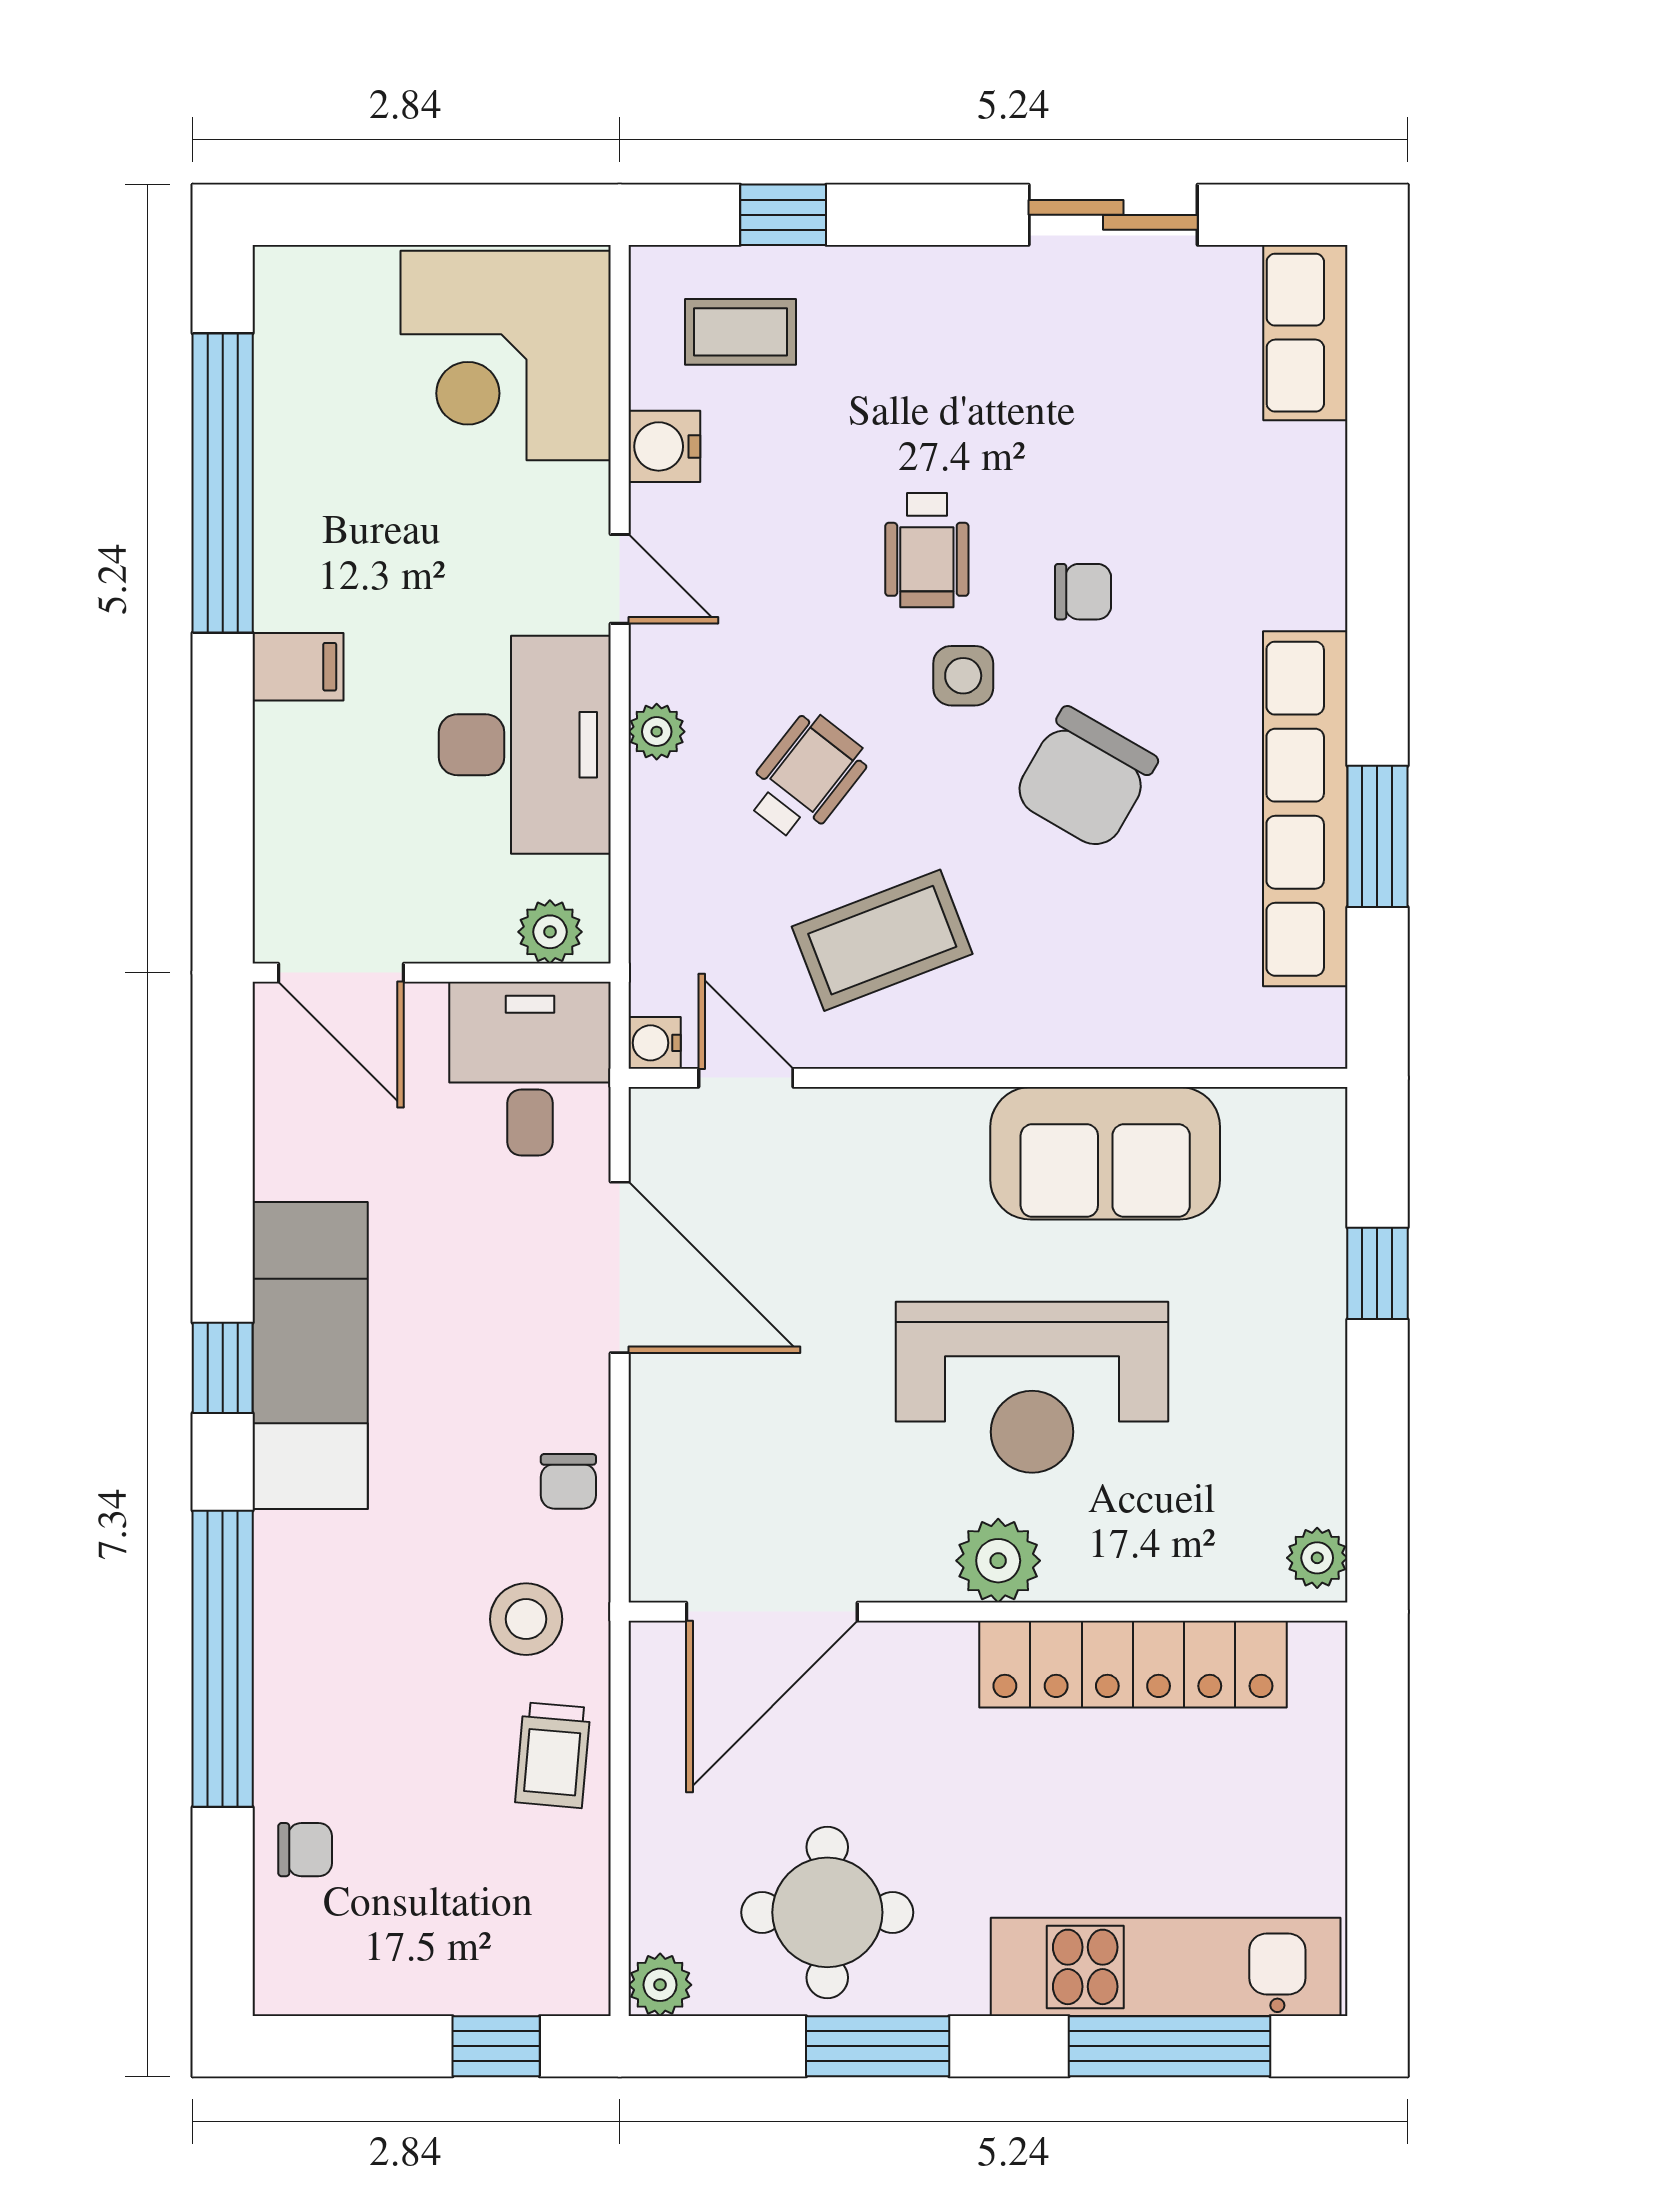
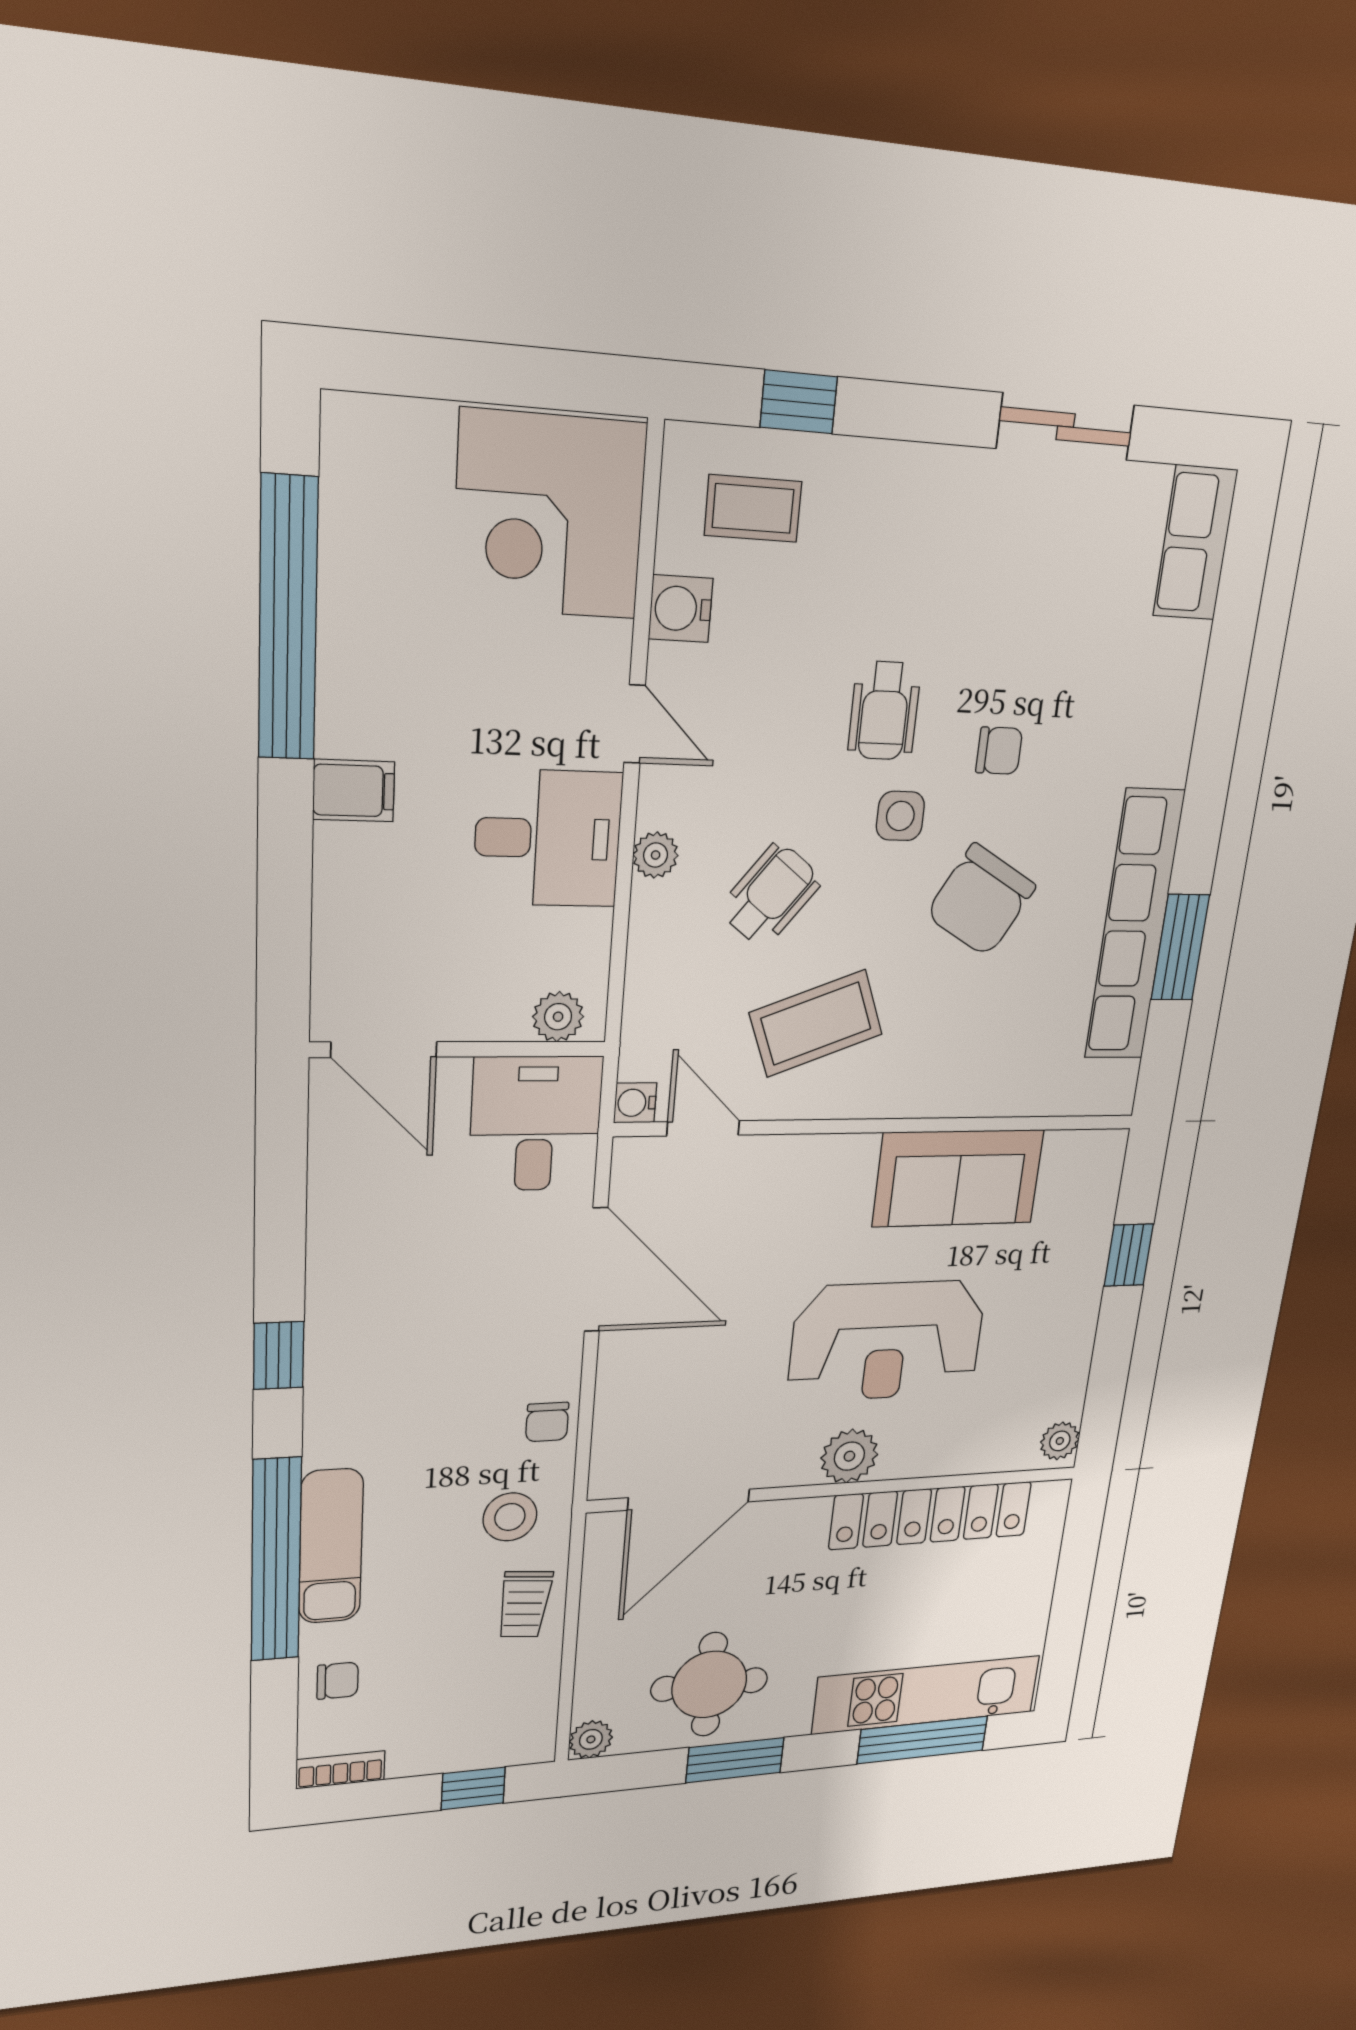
desk: (525, 745) -> (548, 838), width x0.73
exam couch: (310, 1355) -> (331, 1546), moved, width x0.73, depth x0.69
bookcase: (312, 1992) -> (340, 1770), added

